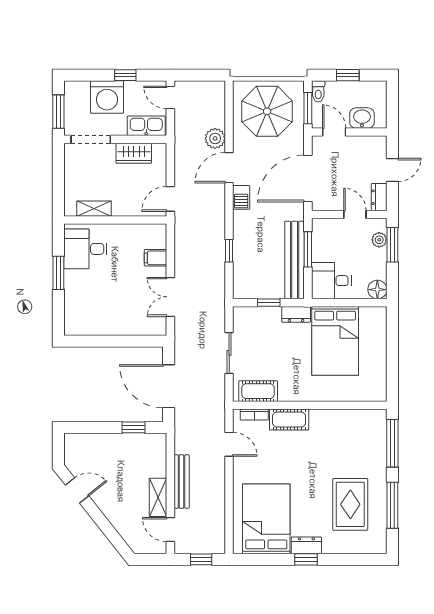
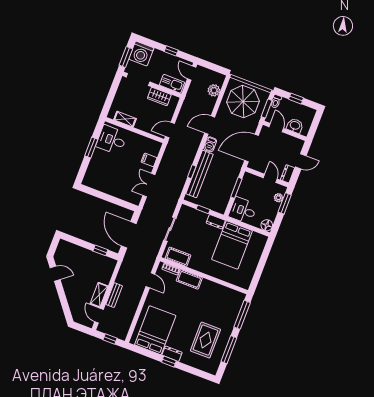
washing machine: (107, 97) -> (141, 53), moved
plant: (215, 138) -> (214, 90), moved
bench: (295, 260) -> (200, 174), moved
bench: (182, 482) -> (114, 295), width x0.73

